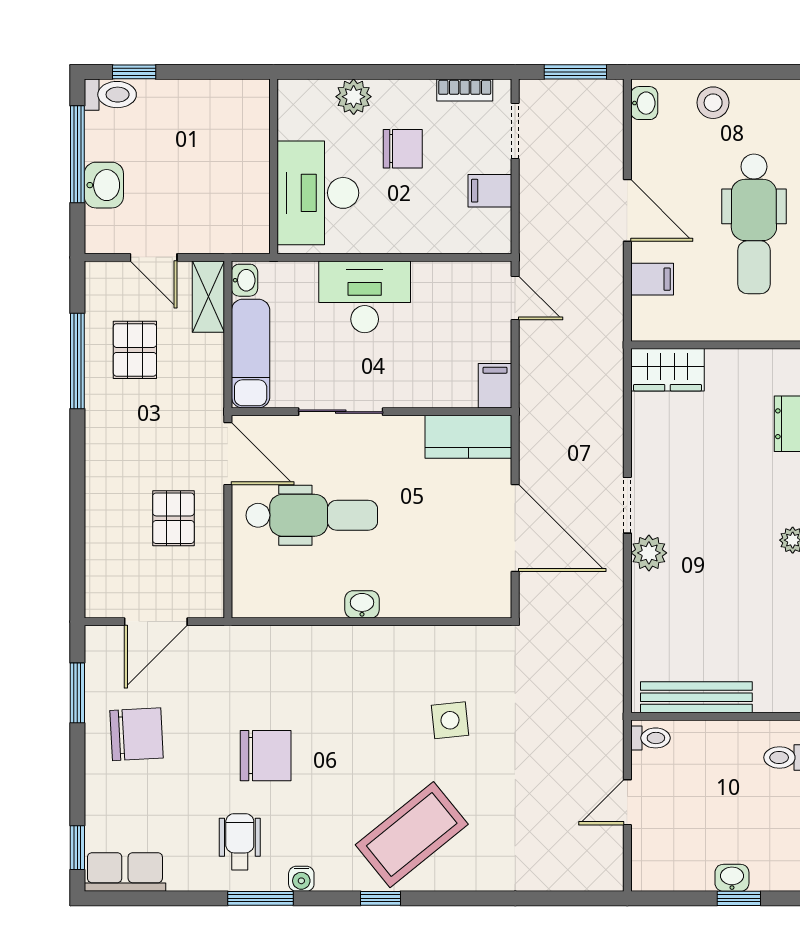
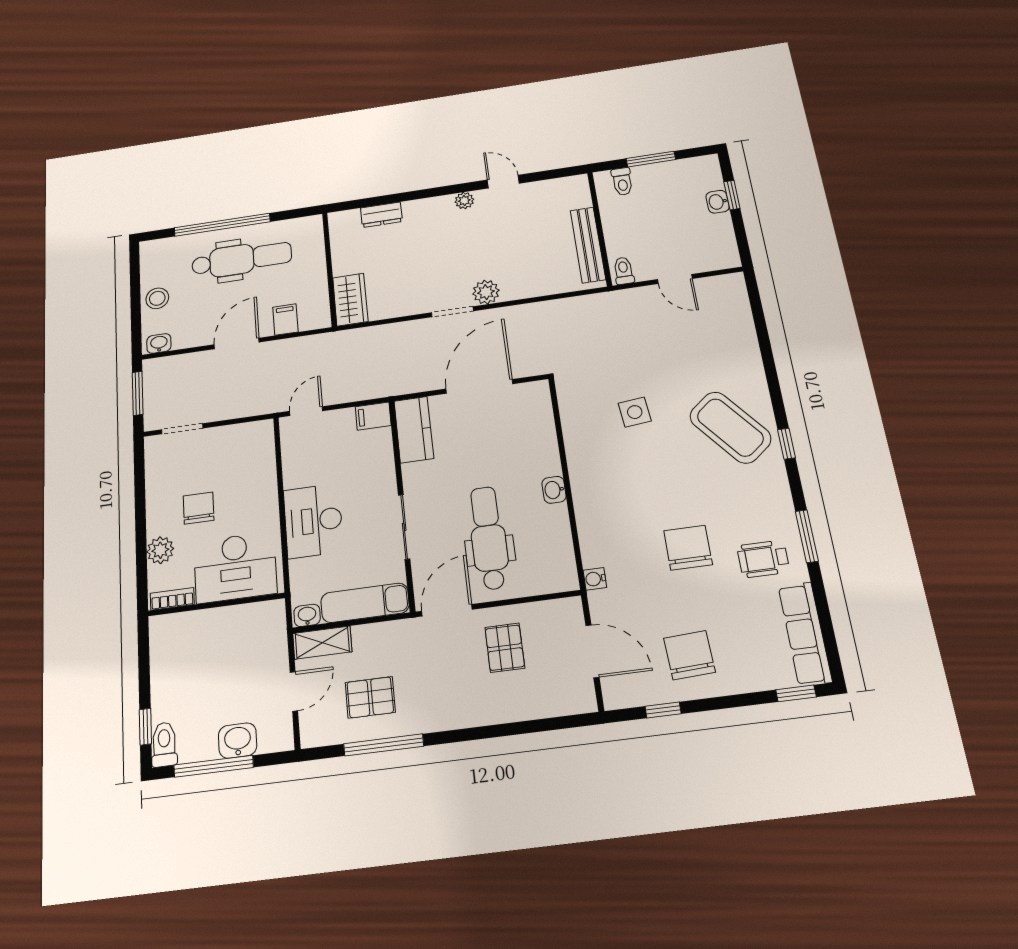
bookcase: (465, 90) -> (172, 599), moved, turned -90
filing cabinet: (490, 191) -> (227, 440), removed
pallet: (173, 518) -> (505, 648), turned 90
window: (77, 693) -> (663, 710), width x0.67
row of seats: (125, 872) -> (805, 634), width x1.48
water cooler: (301, 879) -> (595, 579), moved, turned 180

